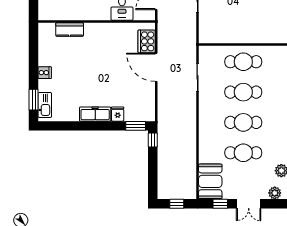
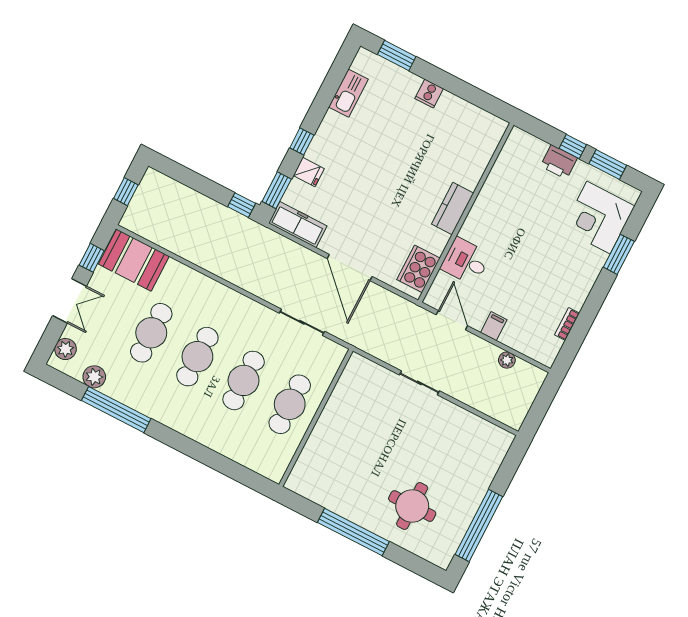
kitchen counter: (70, 30) -> (453, 209), moved
cooker: (147, 41) -> (418, 269), moved, turned -90
door: (156, 67) -> (350, 267), swing flipped
kitchen sink: (45, 105) -> (348, 93), moved, turned -90
freezer: (95, 114) -> (298, 225), moved, turned -90
window: (104, 126) -> (302, 141), added
double door: (249, 204) -> (70, 301), swing flipped

